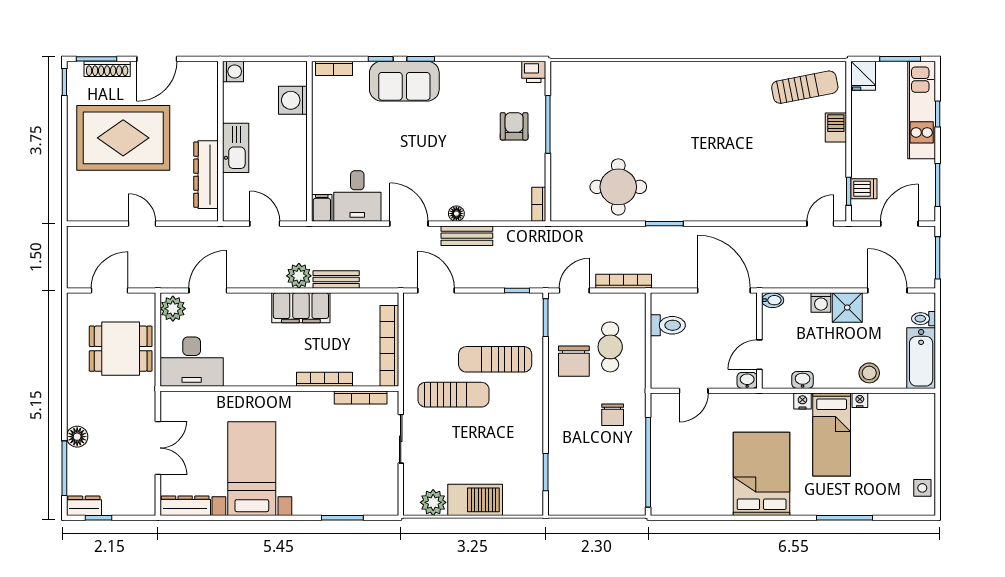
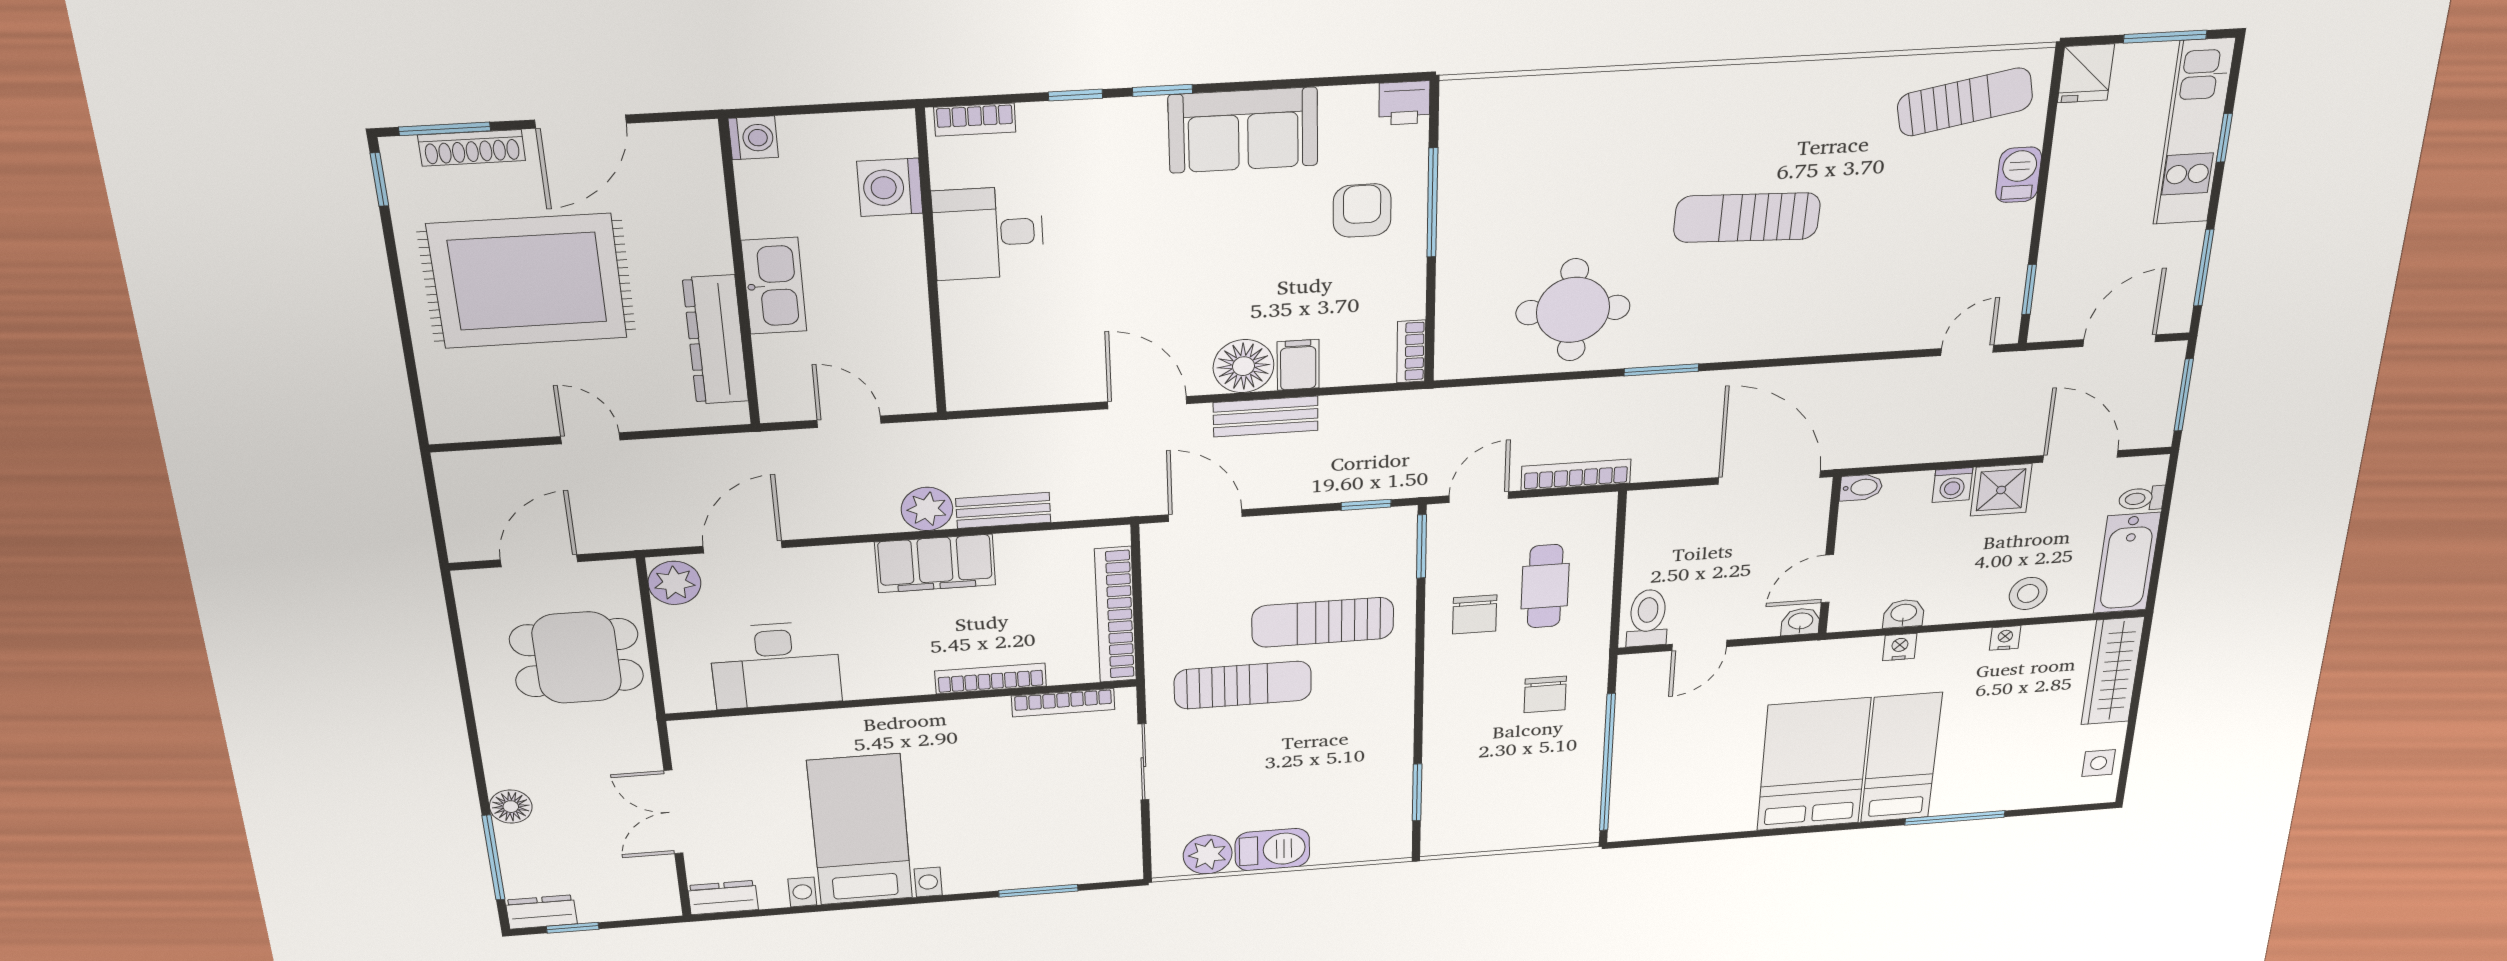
sofa: (404, 81) -> (1243, 130), moved
sun lounger: (702, 142) -> (1747, 218), added
dishwasher: (864, 189) -> (2059, 283), removed
desk: (357, 196) -> (988, 233), moved, turned 90
filing cabinet: (322, 208) -> (1298, 365), moved
floor lamp: (456, 214) -> (1243, 366), width x1.89, depth x1.89
toilet: (668, 325) -> (1648, 618), moved, turned -90
chair: (574, 361) -> (1475, 614), width x0.73, depth x0.73
desk: (192, 362) -> (776, 665), moved
wardrobe: (922, 427) -> (2113, 671), added
bed: (832, 435) -> (1901, 758), moved, turned 180
double door: (158, 448) -> (673, 812), swing flipped
barbecue: (475, 500) -> (1272, 850), width x0.73, depth x0.83
dresser: (185, 506) -> (723, 898), width x0.70

